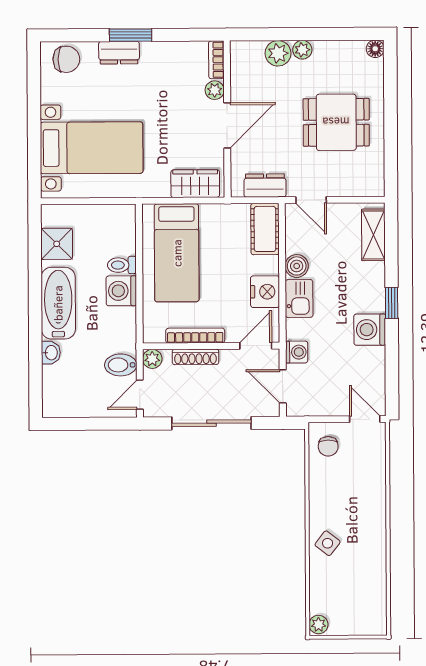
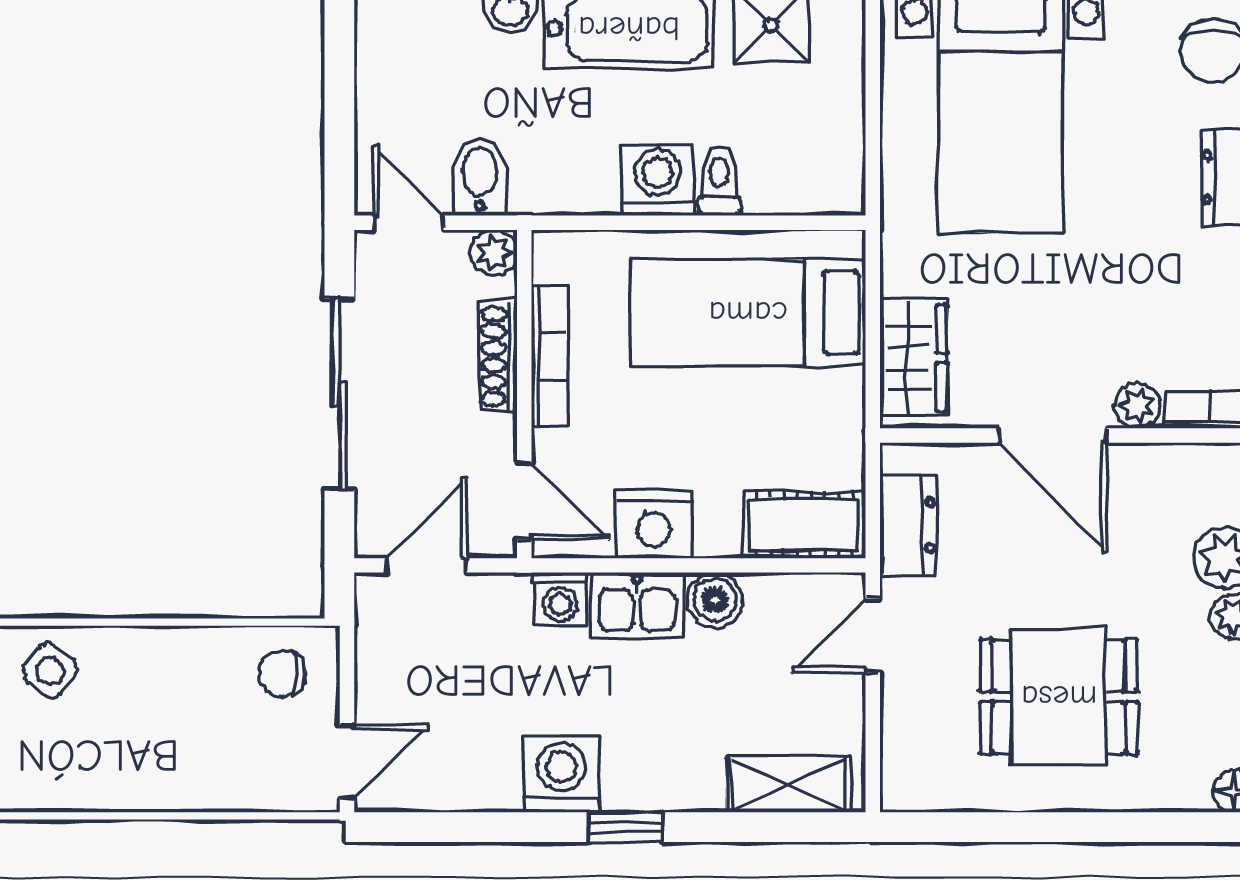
dining table: (336, 122) -> (1059, 697), turned 90
washing machine: (297, 352) -> (560, 599), moved

